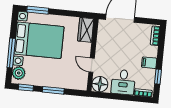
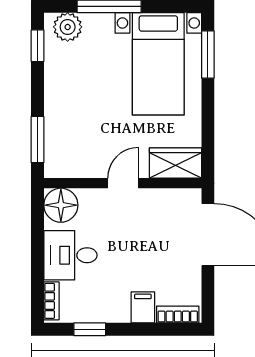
bed with nightstands: (39, 40) -> (158, 64), width x0.73
filing cabinet: (149, 63) -> (143, 307), moved
door: (92, 65) -> (123, 183), moved
window: (53, 90) -> (38, 139), moved

